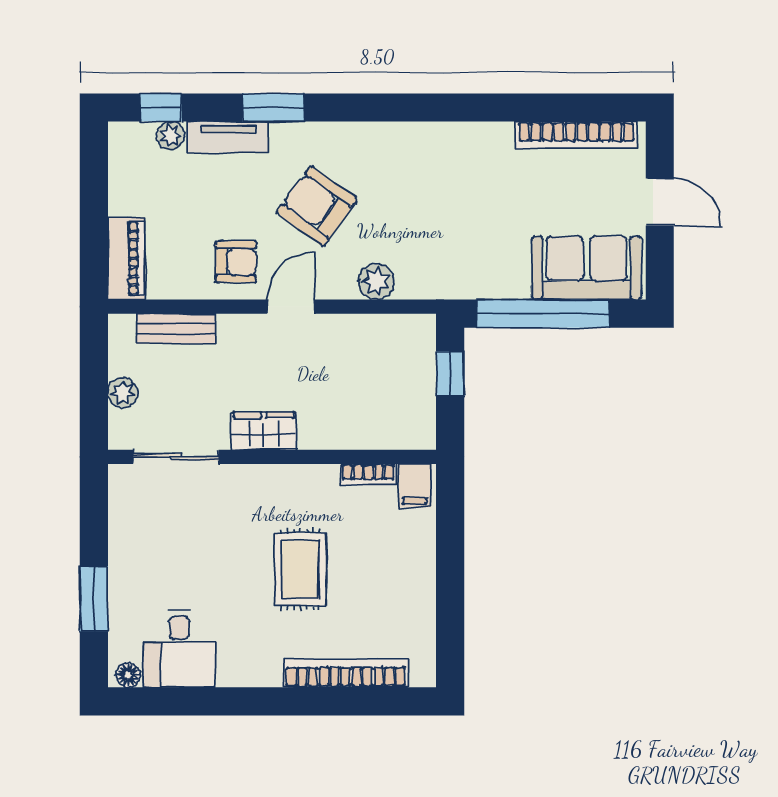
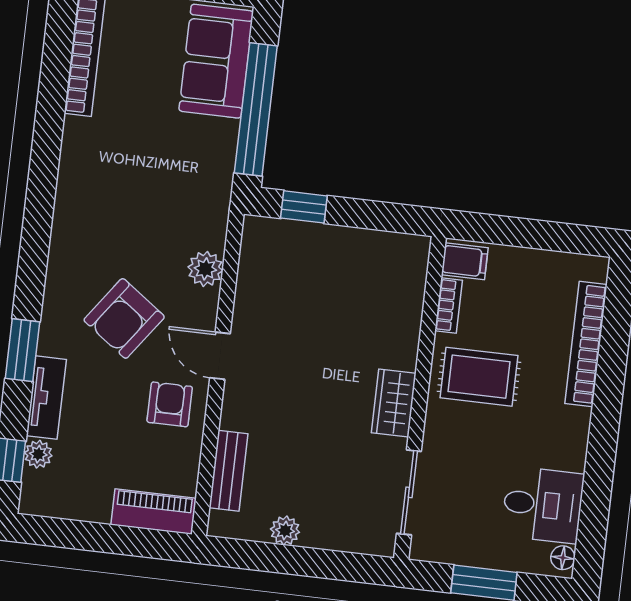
wardrobe: (264, 431) -> (394, 403), moved
sliding door: (176, 457) -> (409, 492), moved
wall: (272, 457) -> (420, 398), moved
bookcase: (368, 475) -> (449, 305), moved
filing cabinet: (415, 486) -> (465, 261), moved

